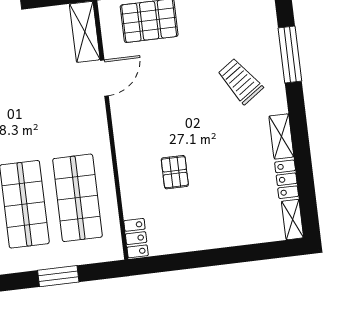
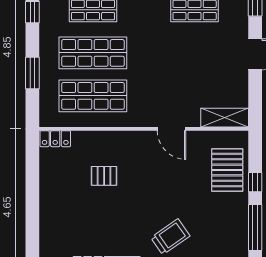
door: (104, 78) -> (172, 129), moved

